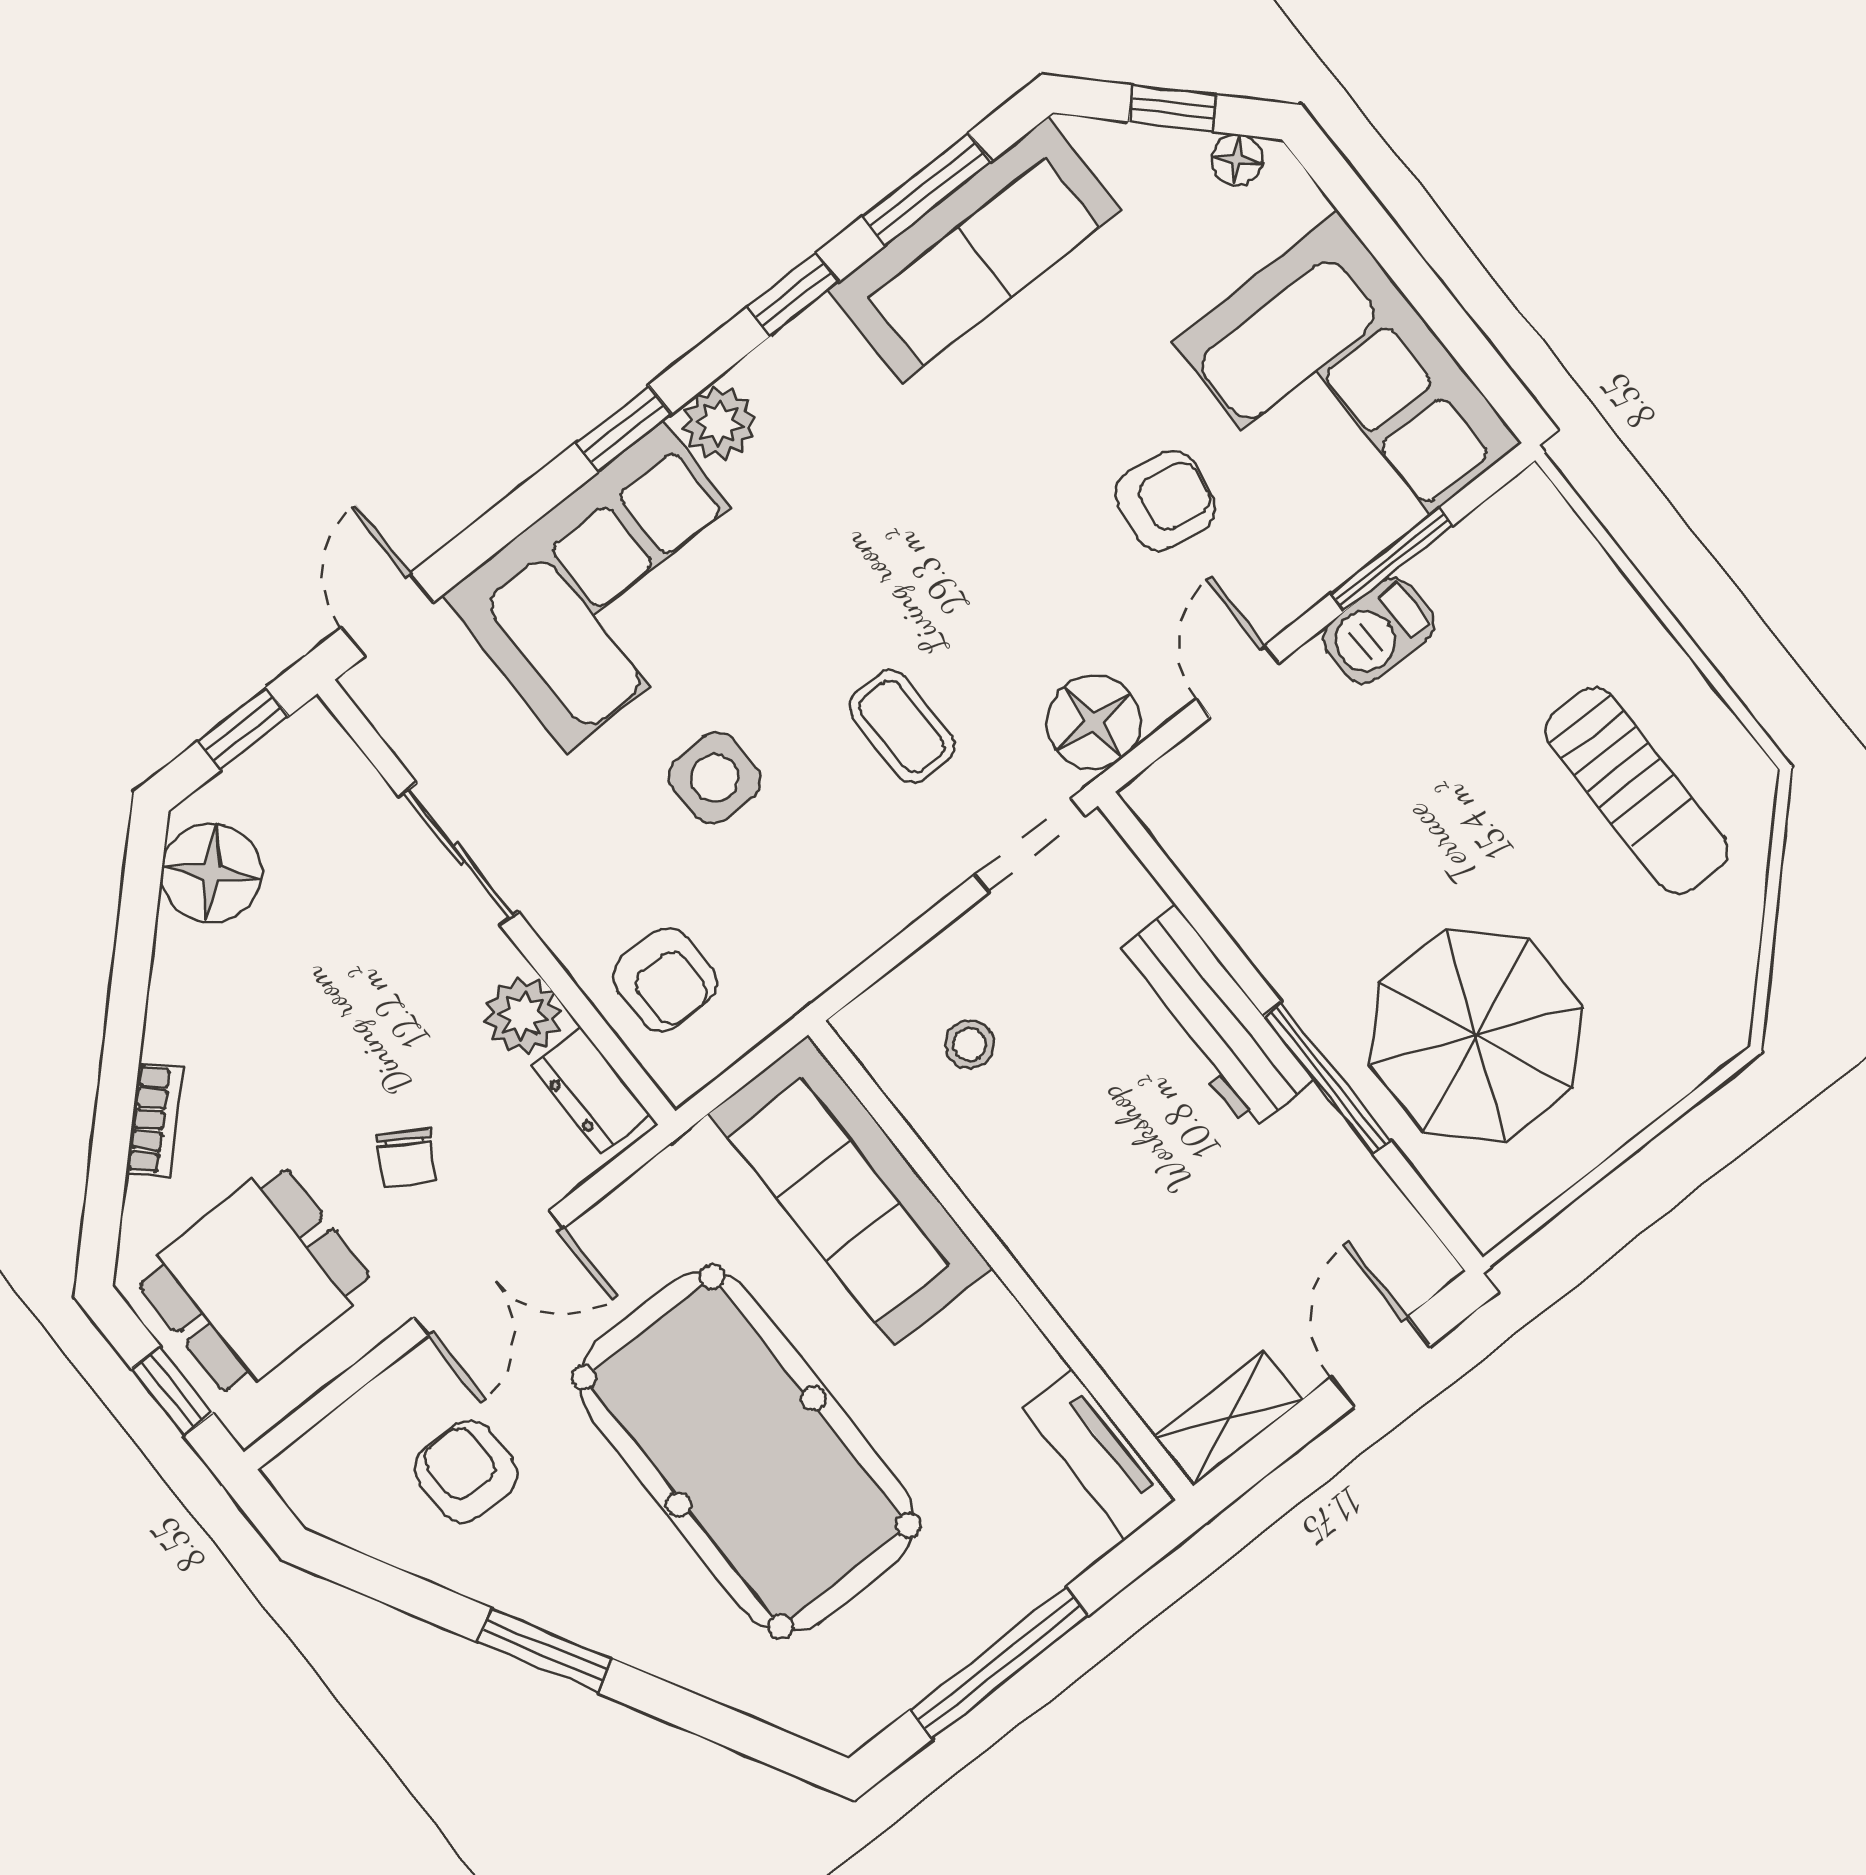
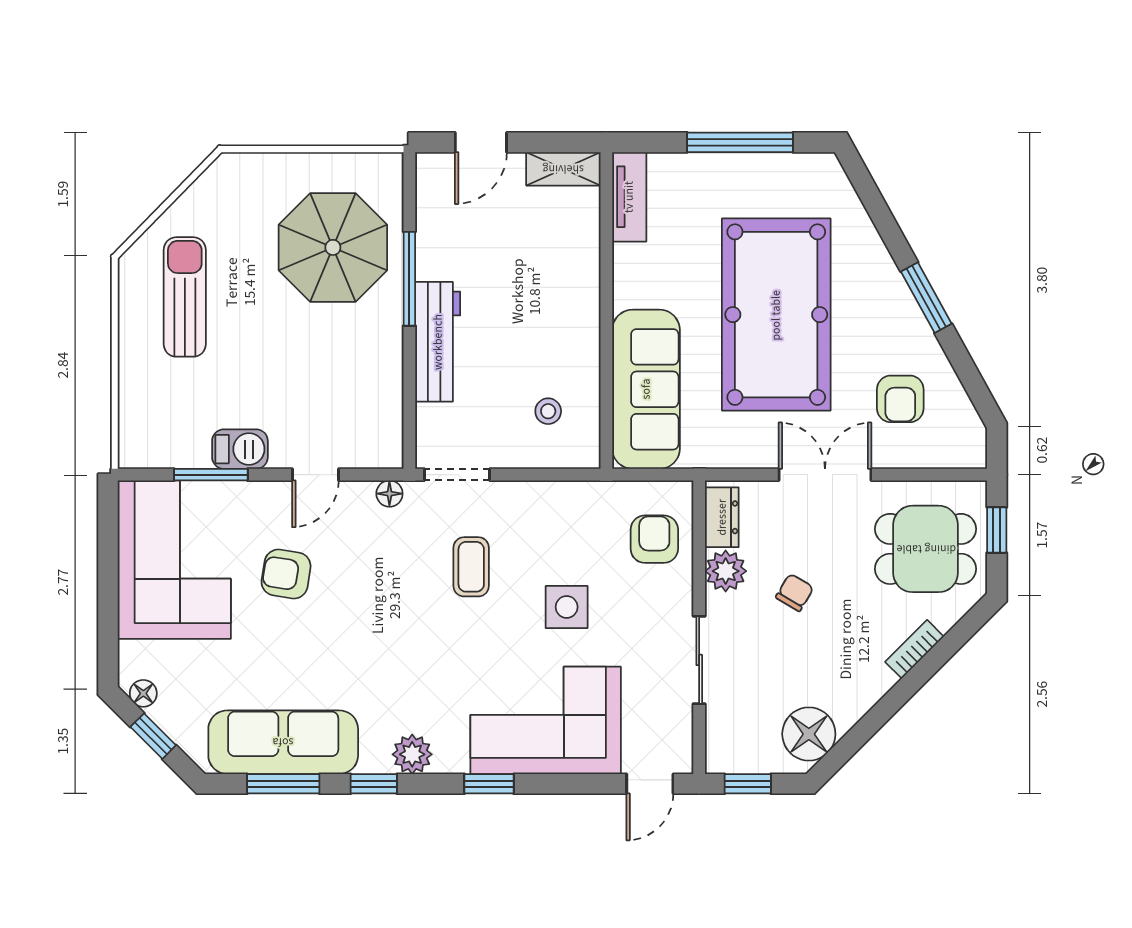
plant: (719, 423) -> (412, 754), moved
floor lamp: (1093, 722) -> (389, 494), width x0.53, depth x0.53
chair: (406, 1158) -> (795, 593), moved

